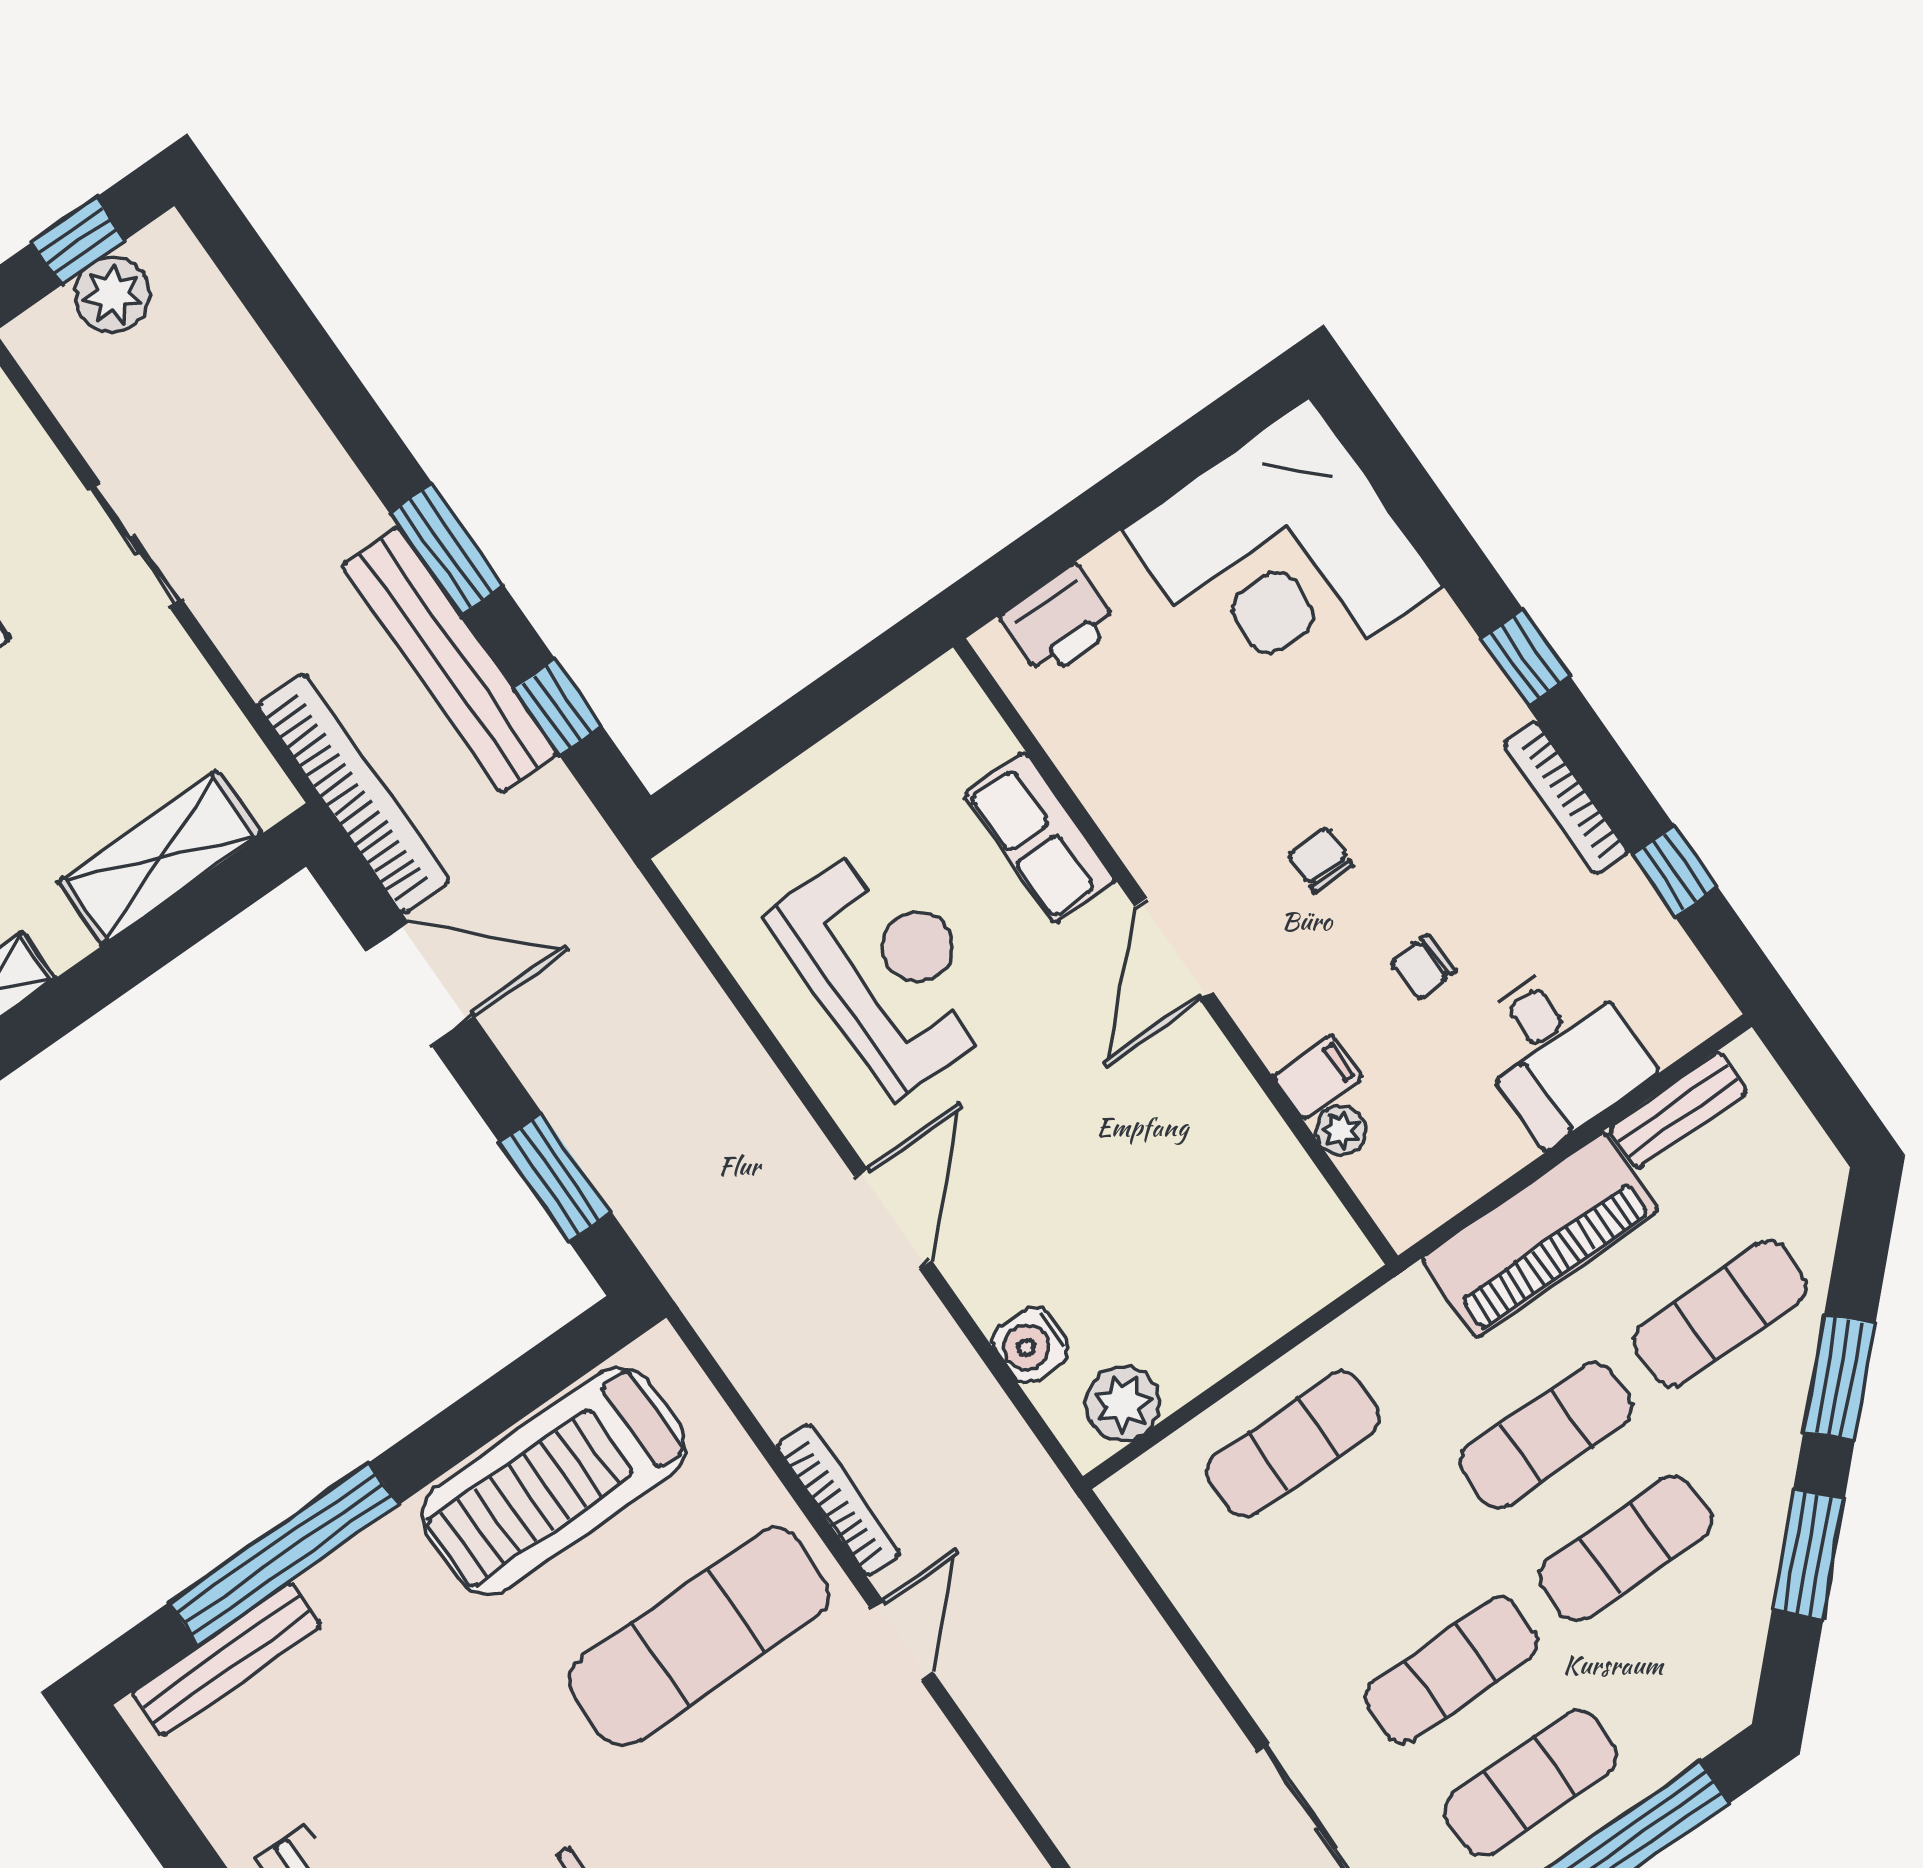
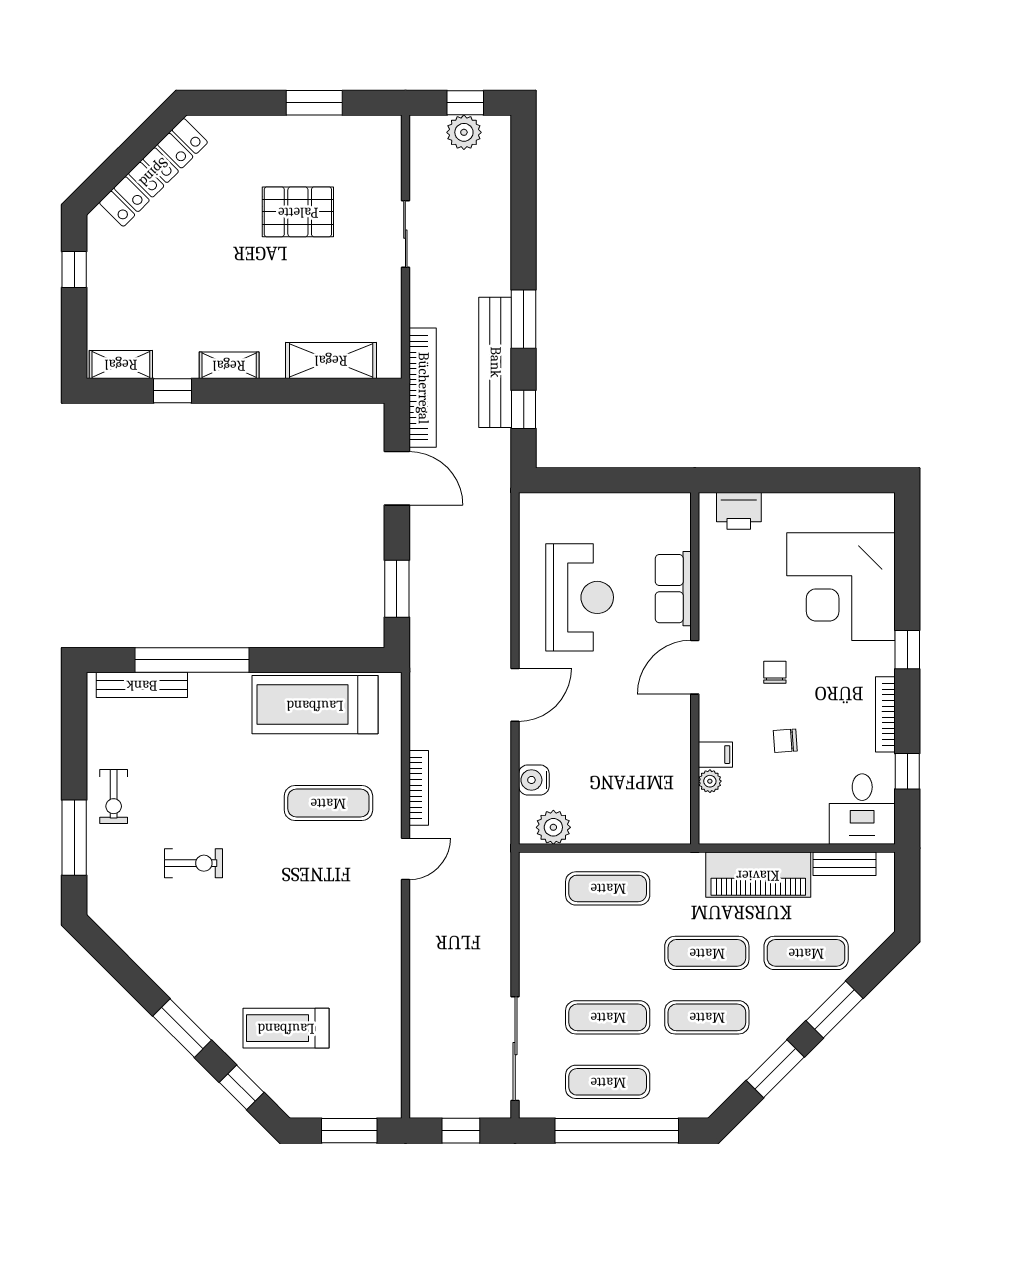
corner desk: (1282, 558) -> (841, 587), moved
desk: (1559, 1050) -> (862, 809), moved
exercise mat: (699, 1637) -> (328, 803), width x0.73, depth x0.69

